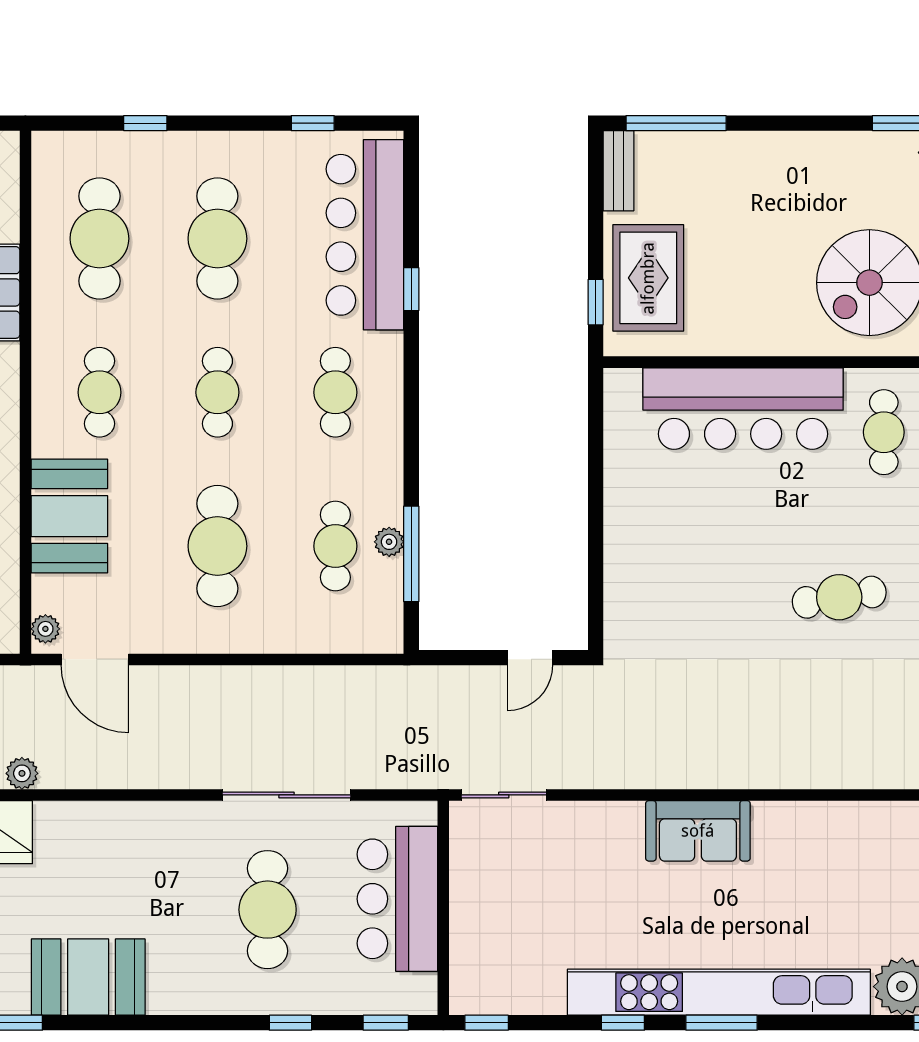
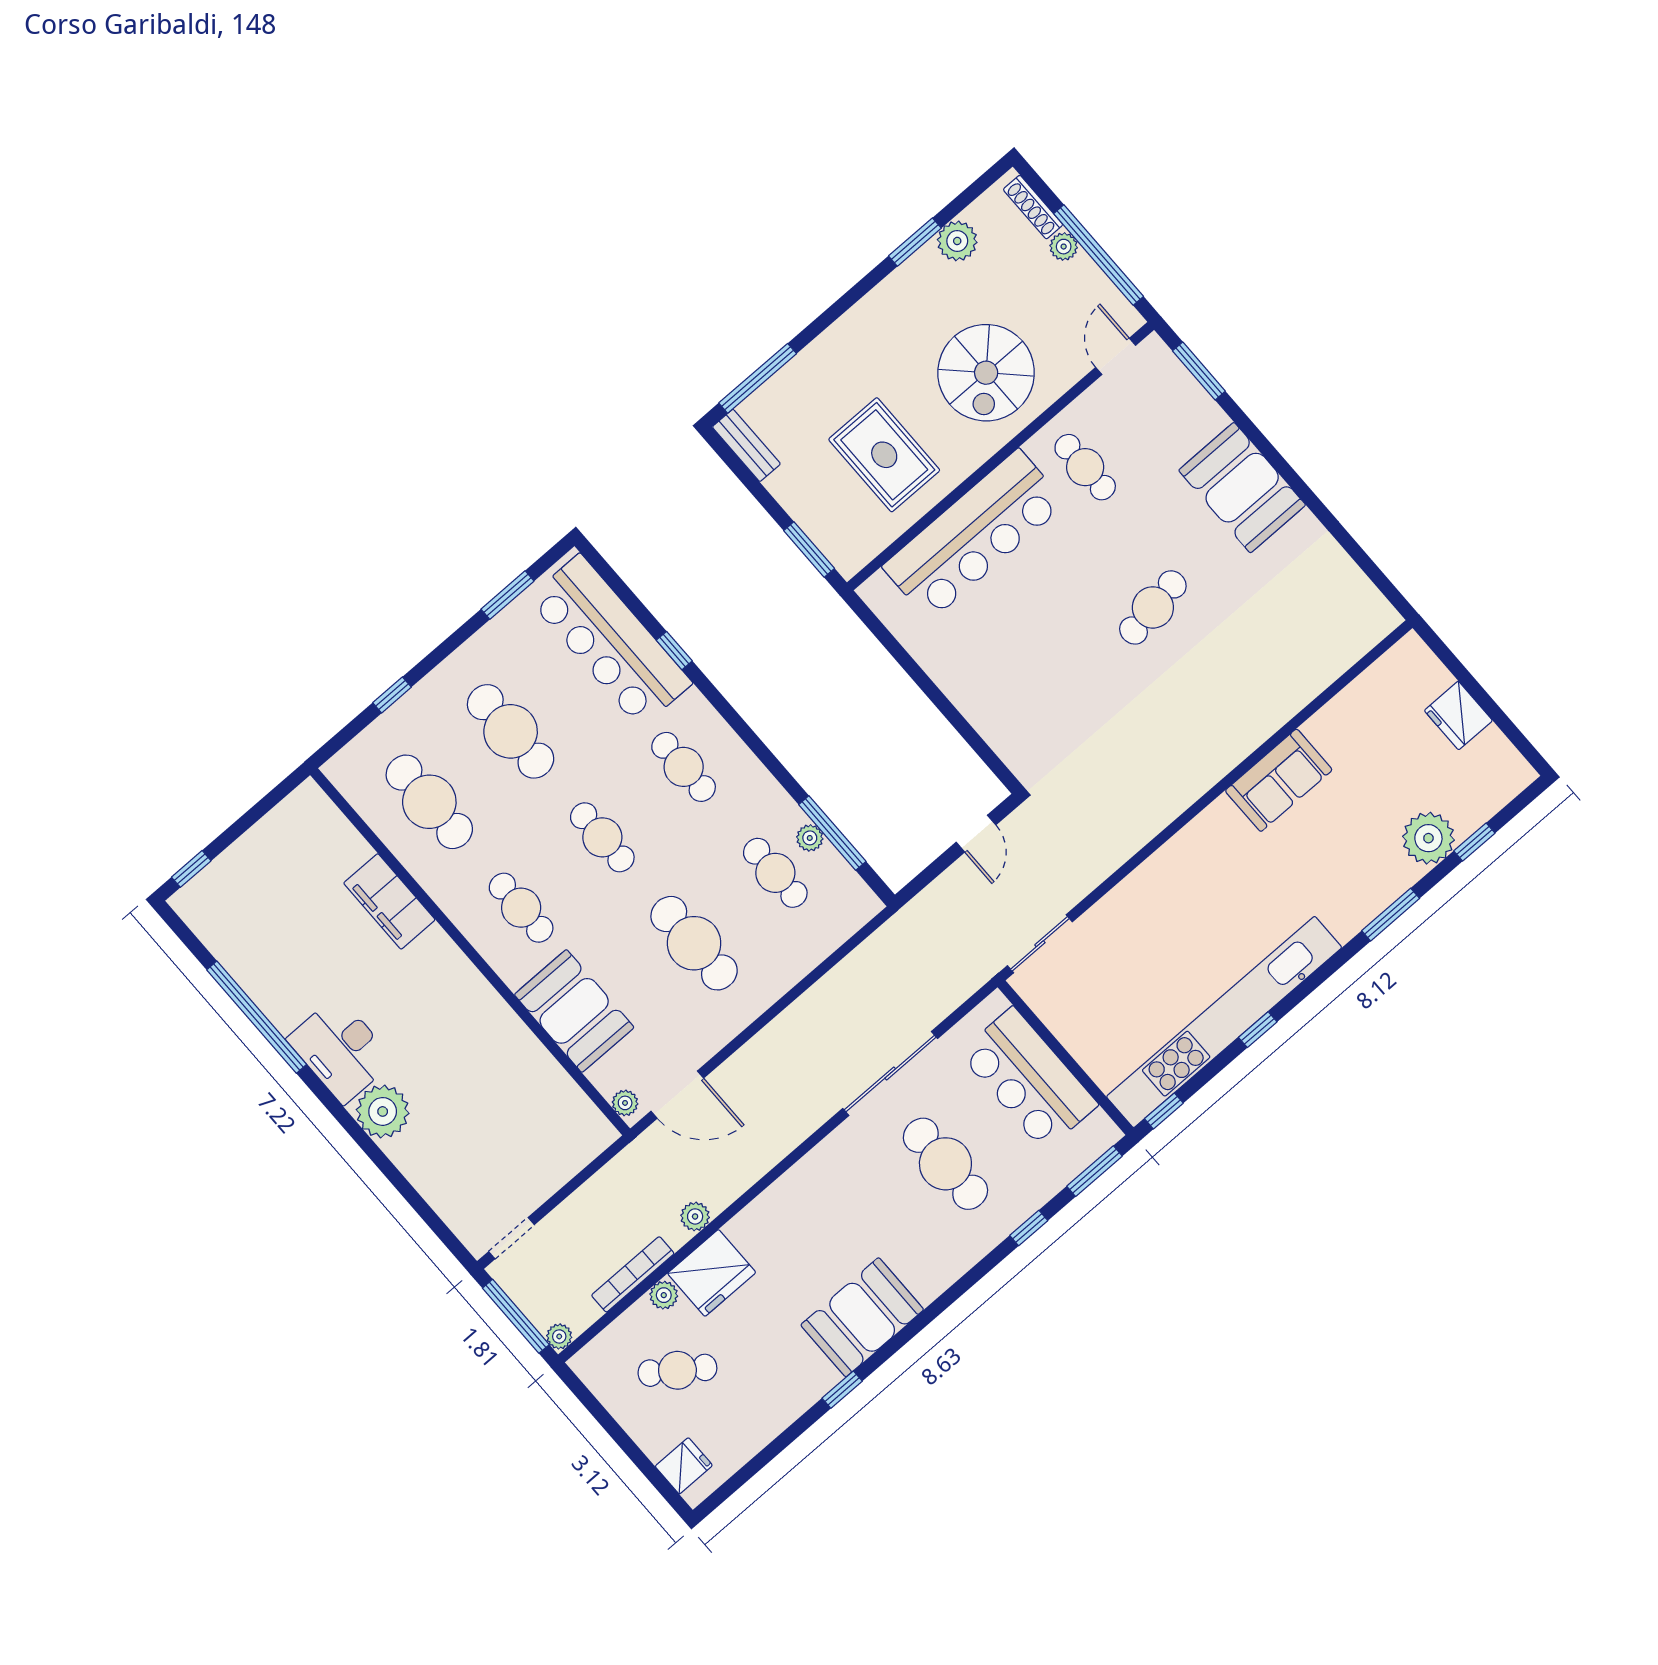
window: (313, 123) -> (507, 595), width x1.50
rug: (648, 278) -> (884, 455), moved
window: (596, 302) -> (809, 549), width x1.50
sofa: (698, 831) -> (1279, 780), moved
kitchen unit: (719, 992) -> (1224, 1022), moved
window: (386, 1023) -> (1094, 1171), width x1.50
window: (722, 1023) -> (1391, 915), moved

